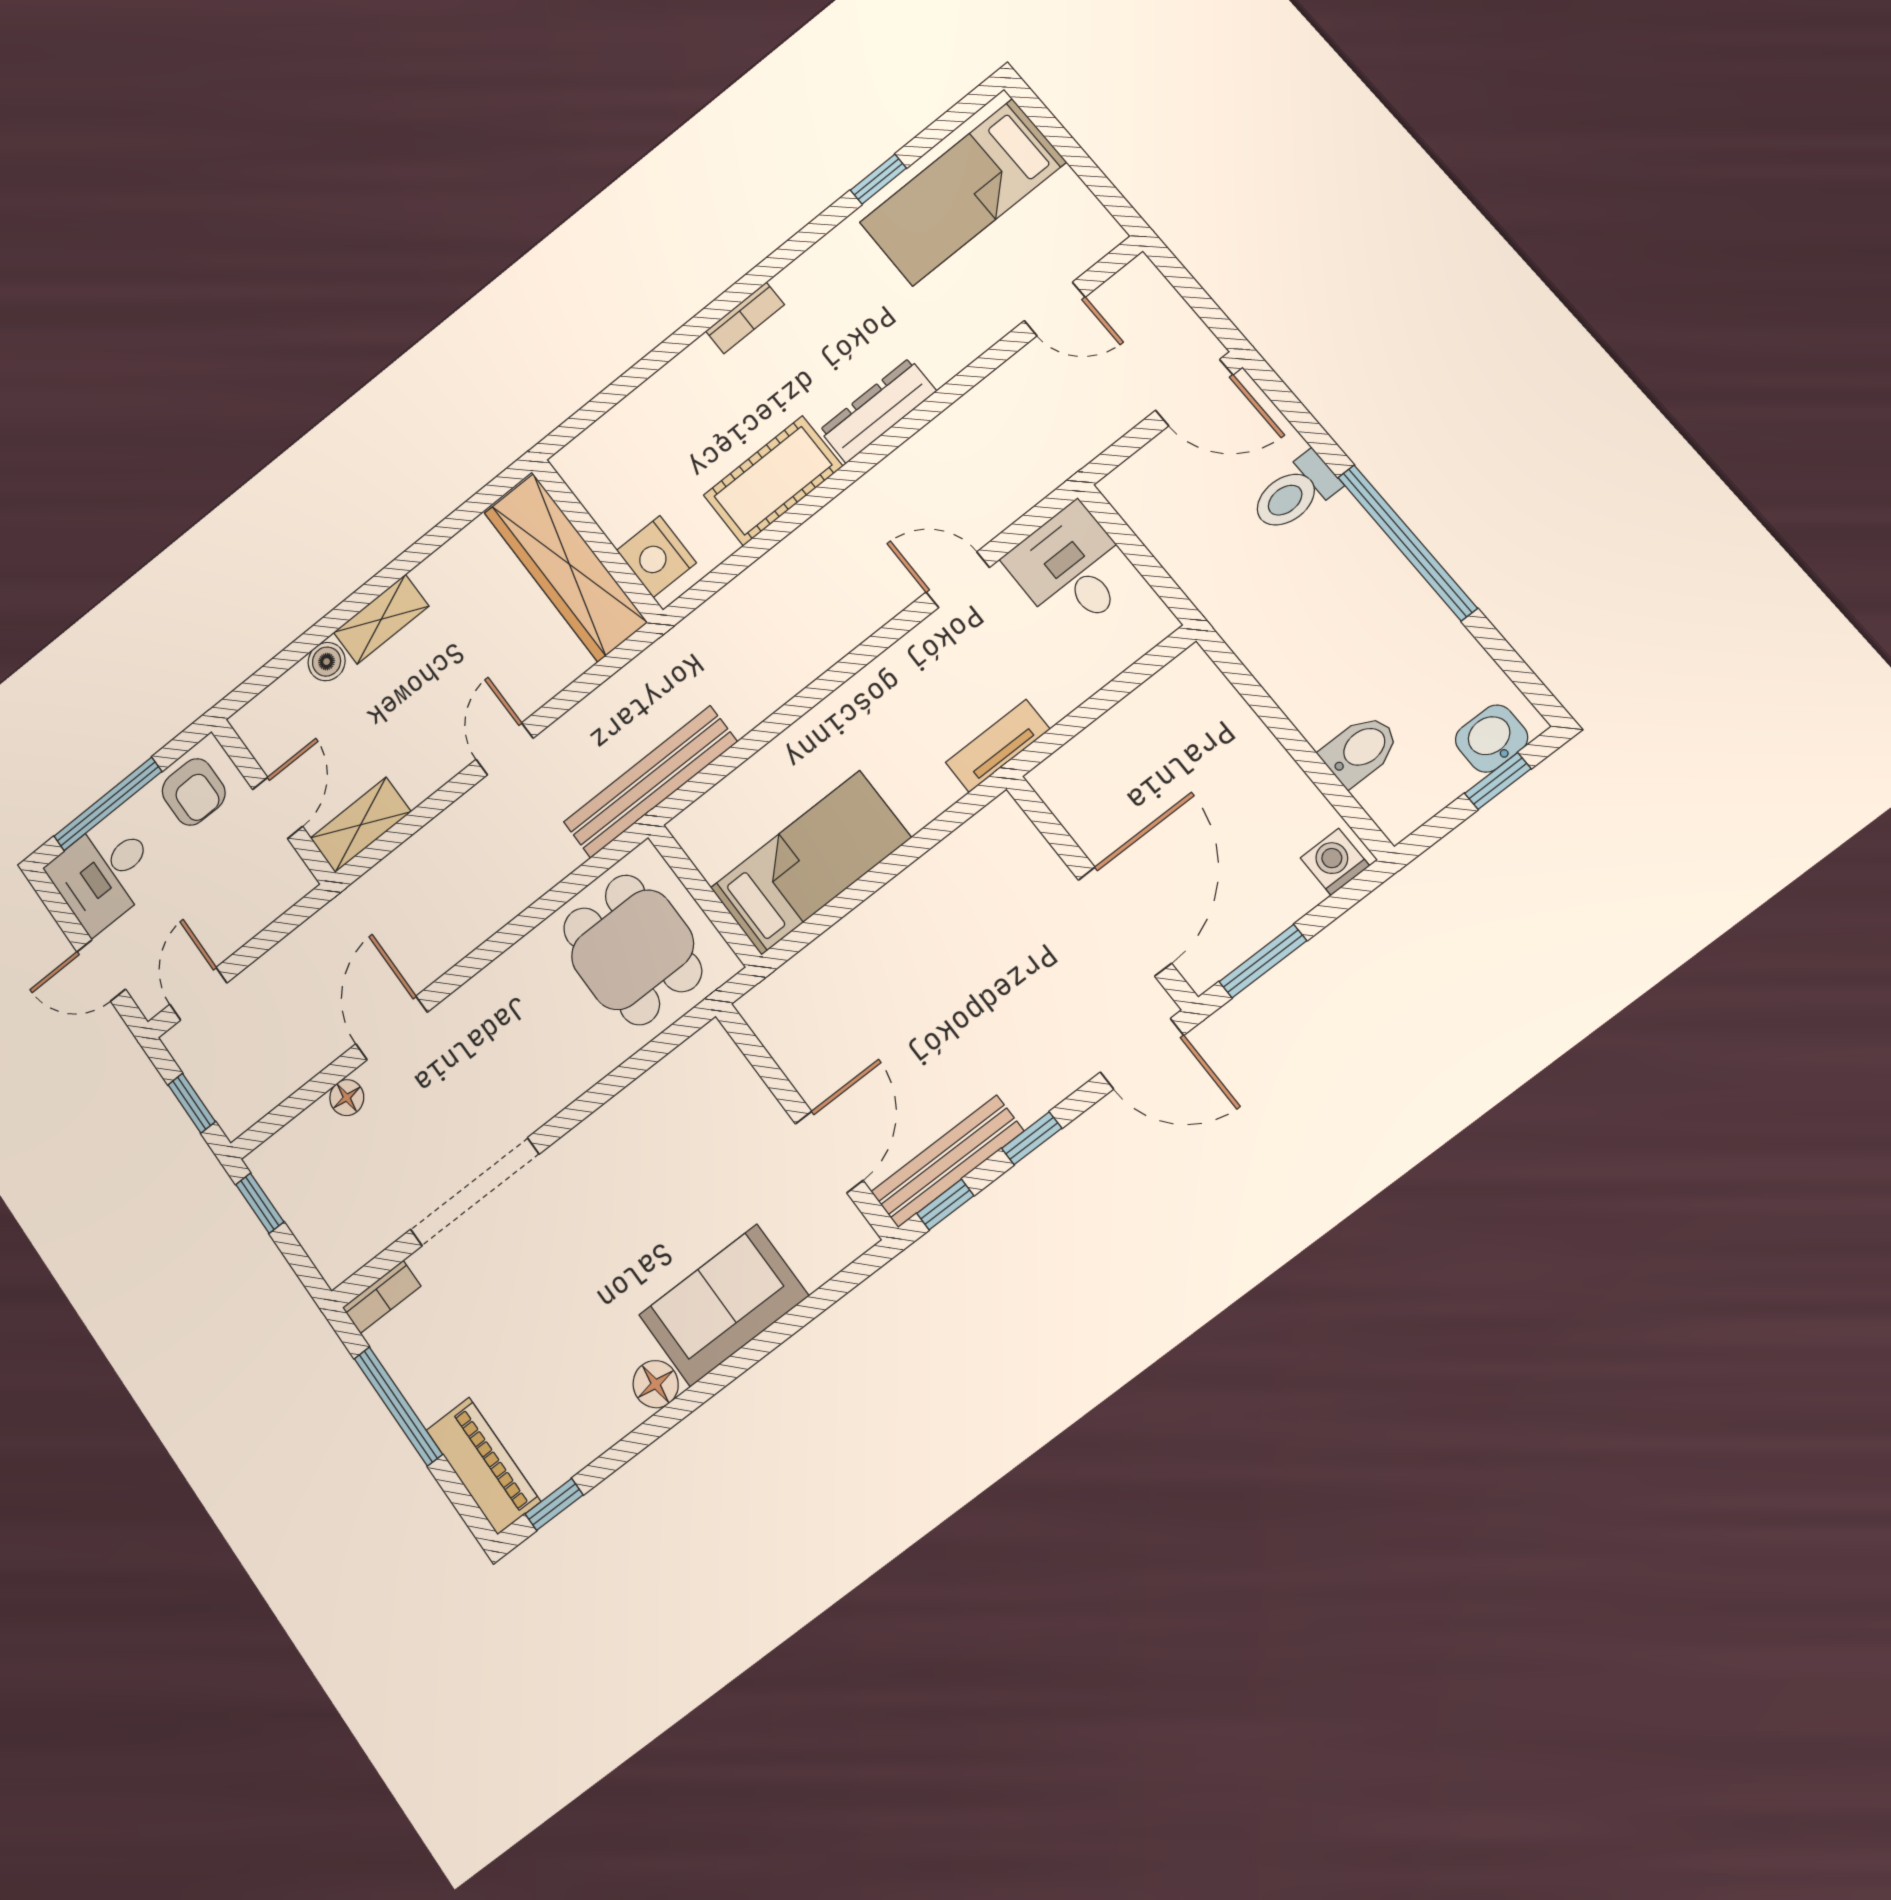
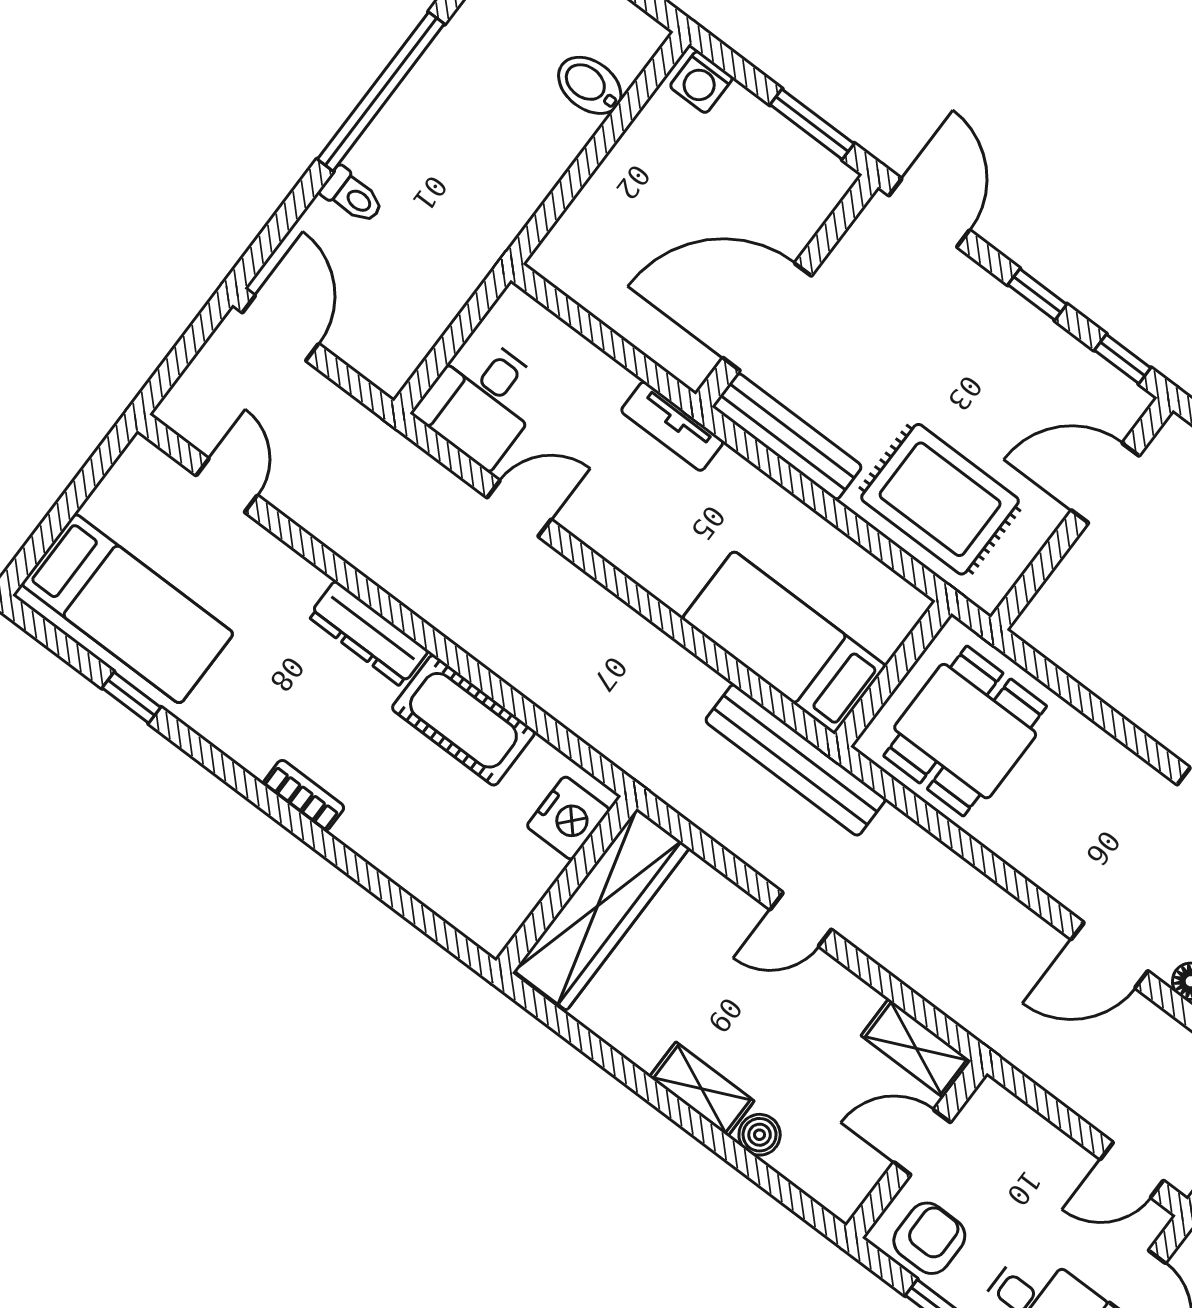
toilet: (1295, 493) -> (352, 196), width x0.73, depth x0.72
door: (958, 580) -> (519, 509), swing flipped
bed: (811, 863) -> (784, 642), moved
door: (1125, 921) -> (767, 317), moved
rug: (857, 986) -> (940, 499), added
bench: (947, 1161) -> (787, 437), moved

